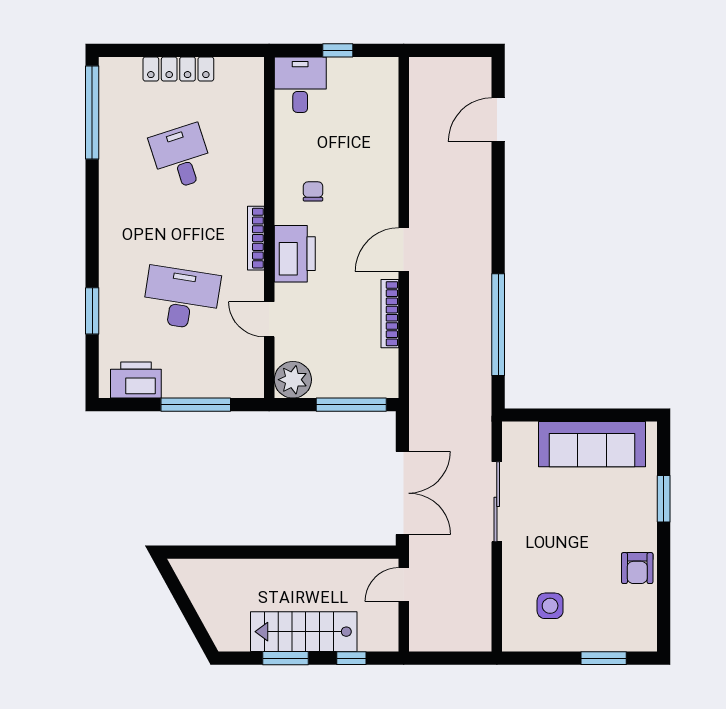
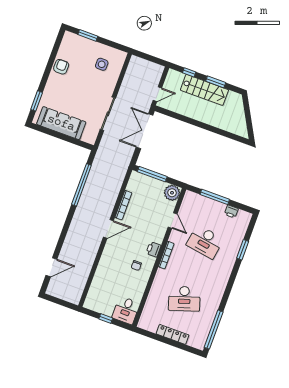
desk: (181, 157) -> (184, 299), width x1.37
printer: (295, 254) -> (154, 249), width x0.53, depth x0.68
printer: (136, 380) -> (231, 211), width x0.53, depth x0.68
window: (664, 499) -> (37, 101), moved

